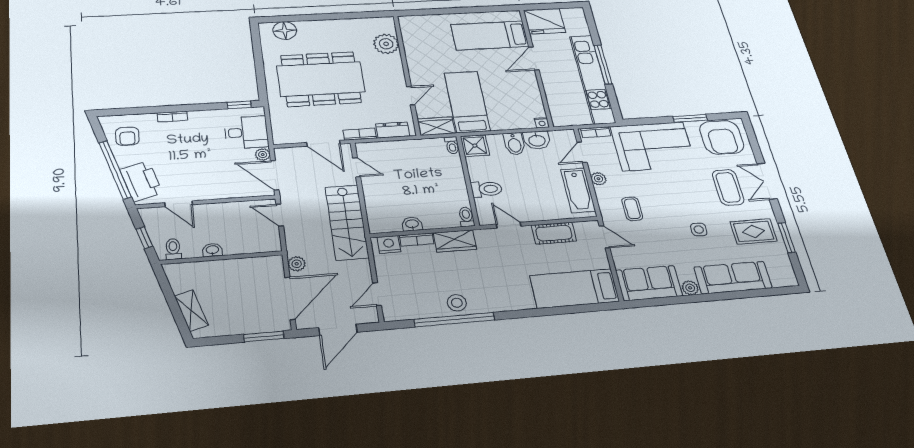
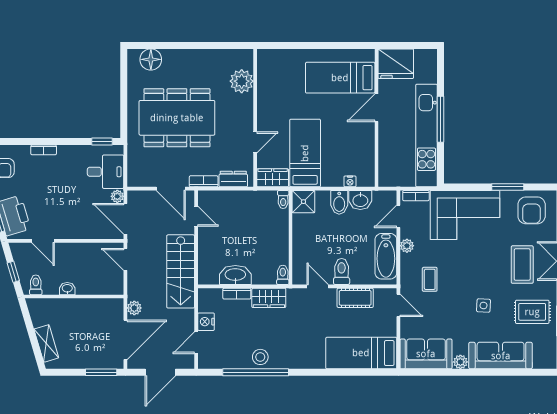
nightstand: (542, 123) -> (350, 181), moved
armchair: (722, 137) -> (532, 210), width x0.73, depth x0.73
toilet: (487, 189) -> (342, 272), moved, turned -90
washbasin: (412, 224) -> (235, 275), width x1.91, depth x1.45
nightstand: (389, 244) -> (206, 322), moved, turned -90

